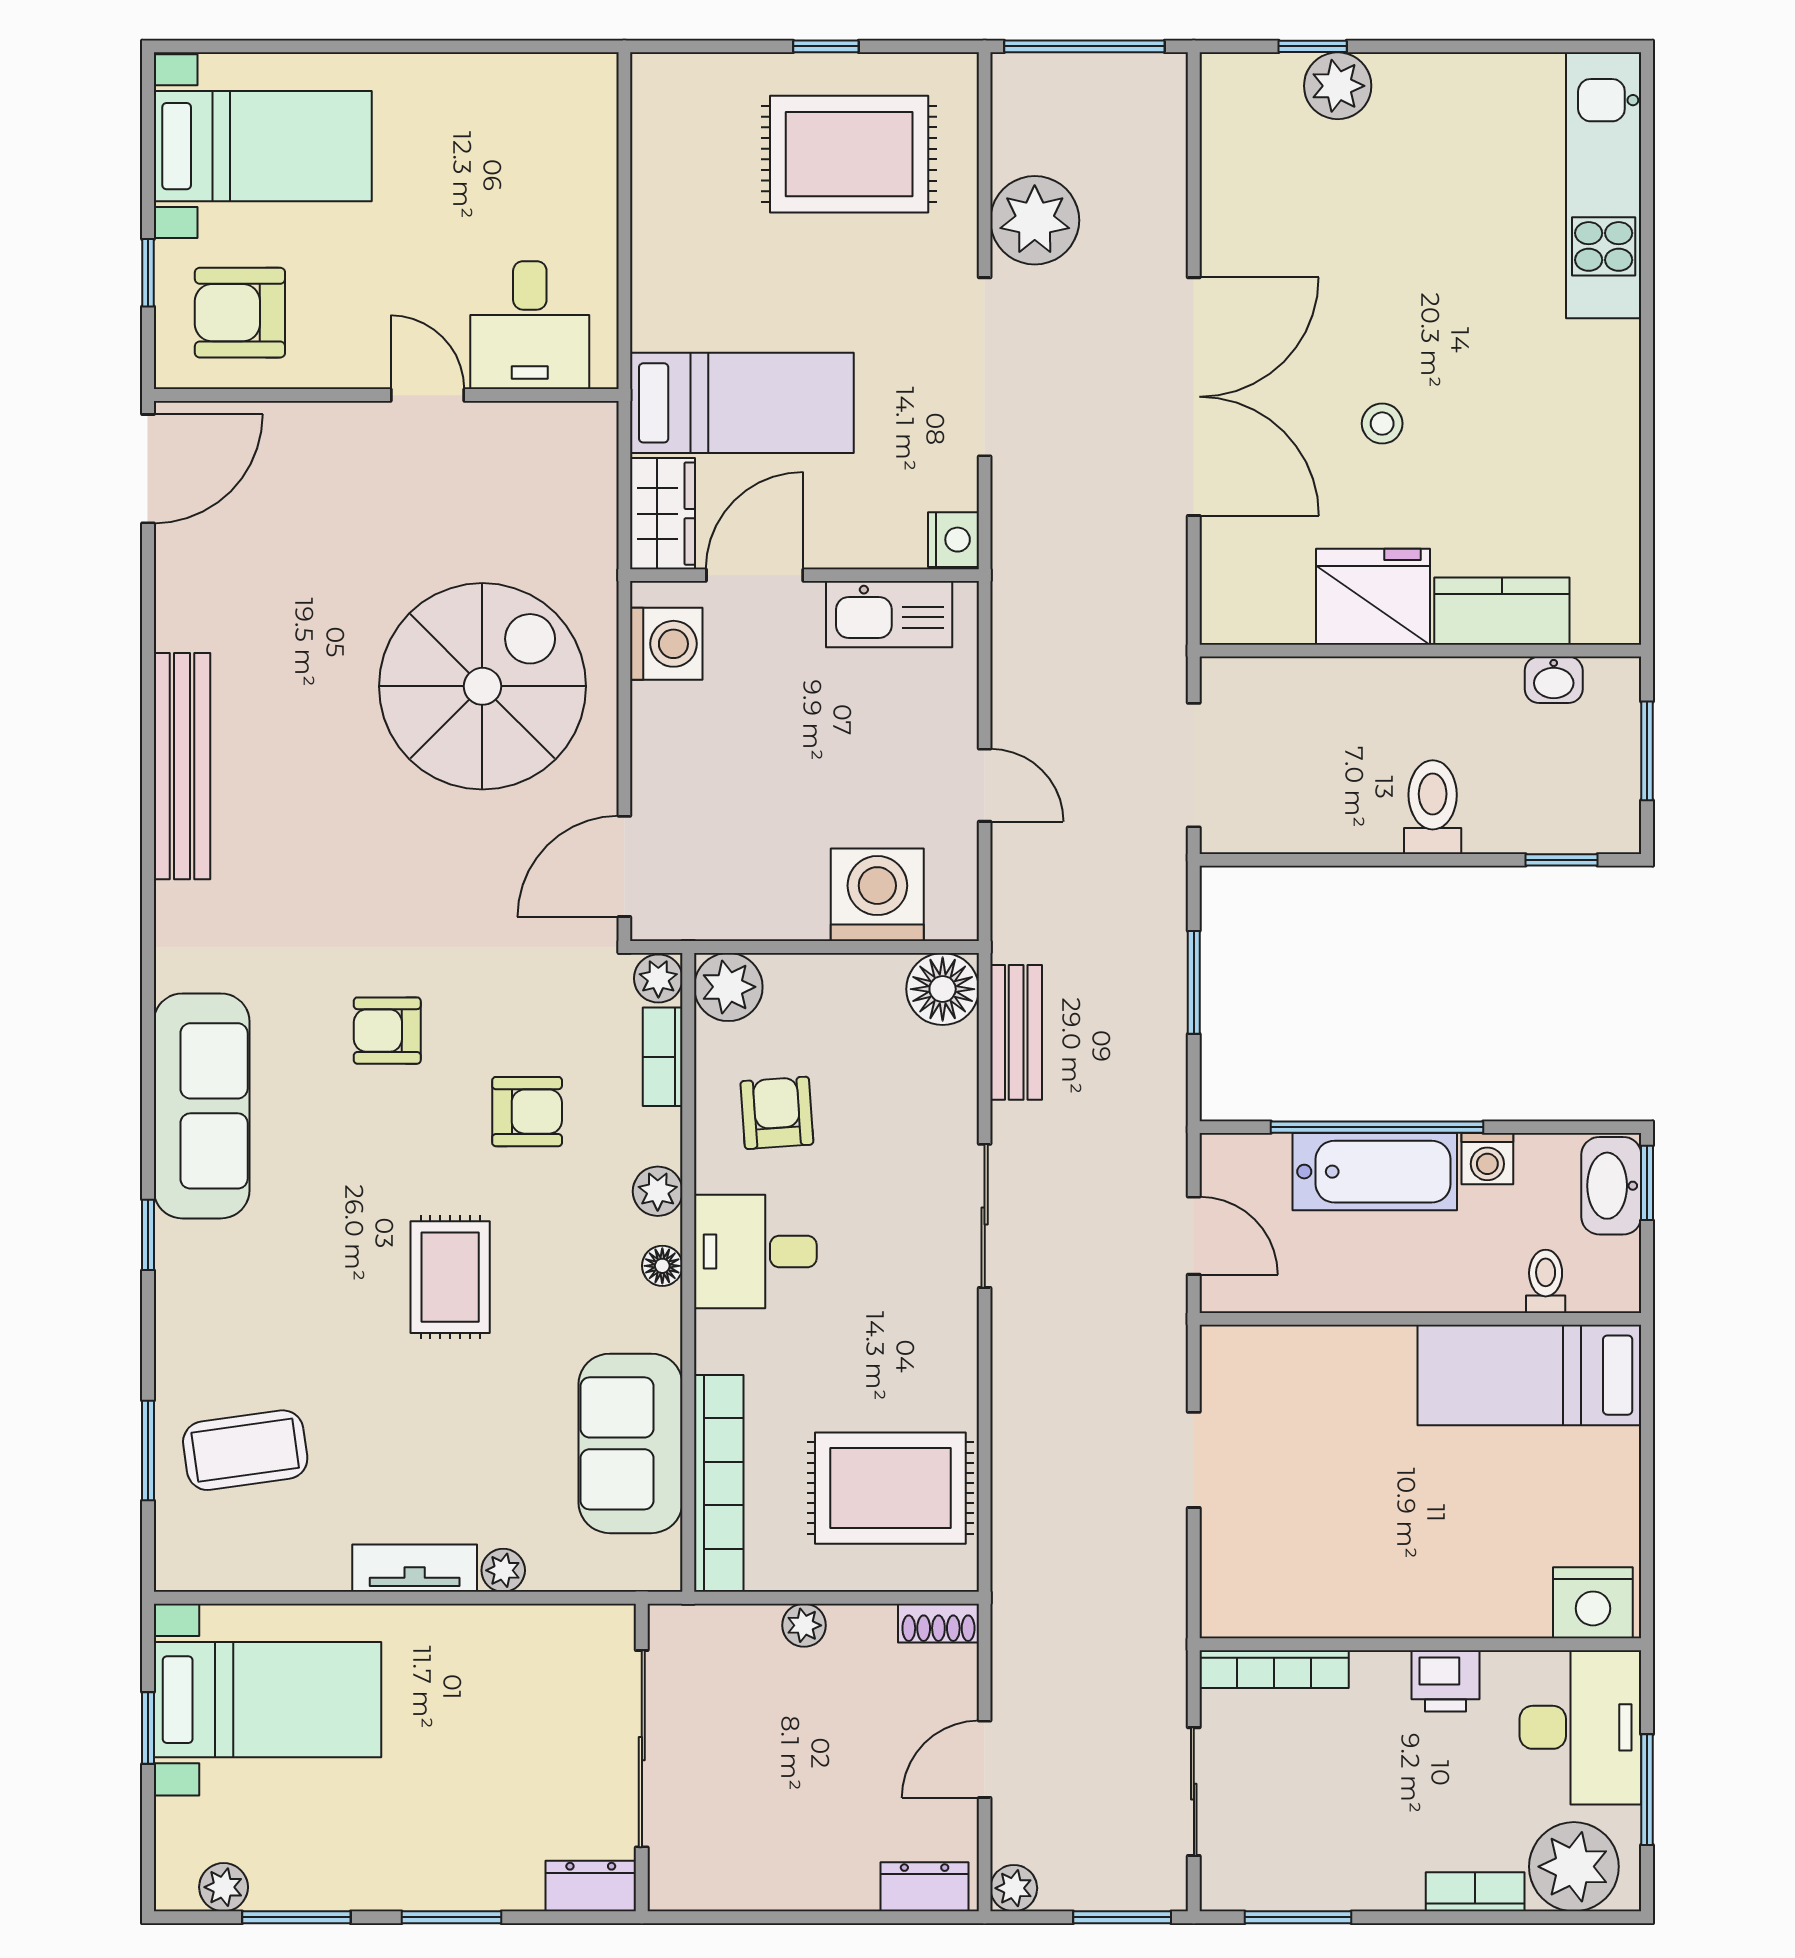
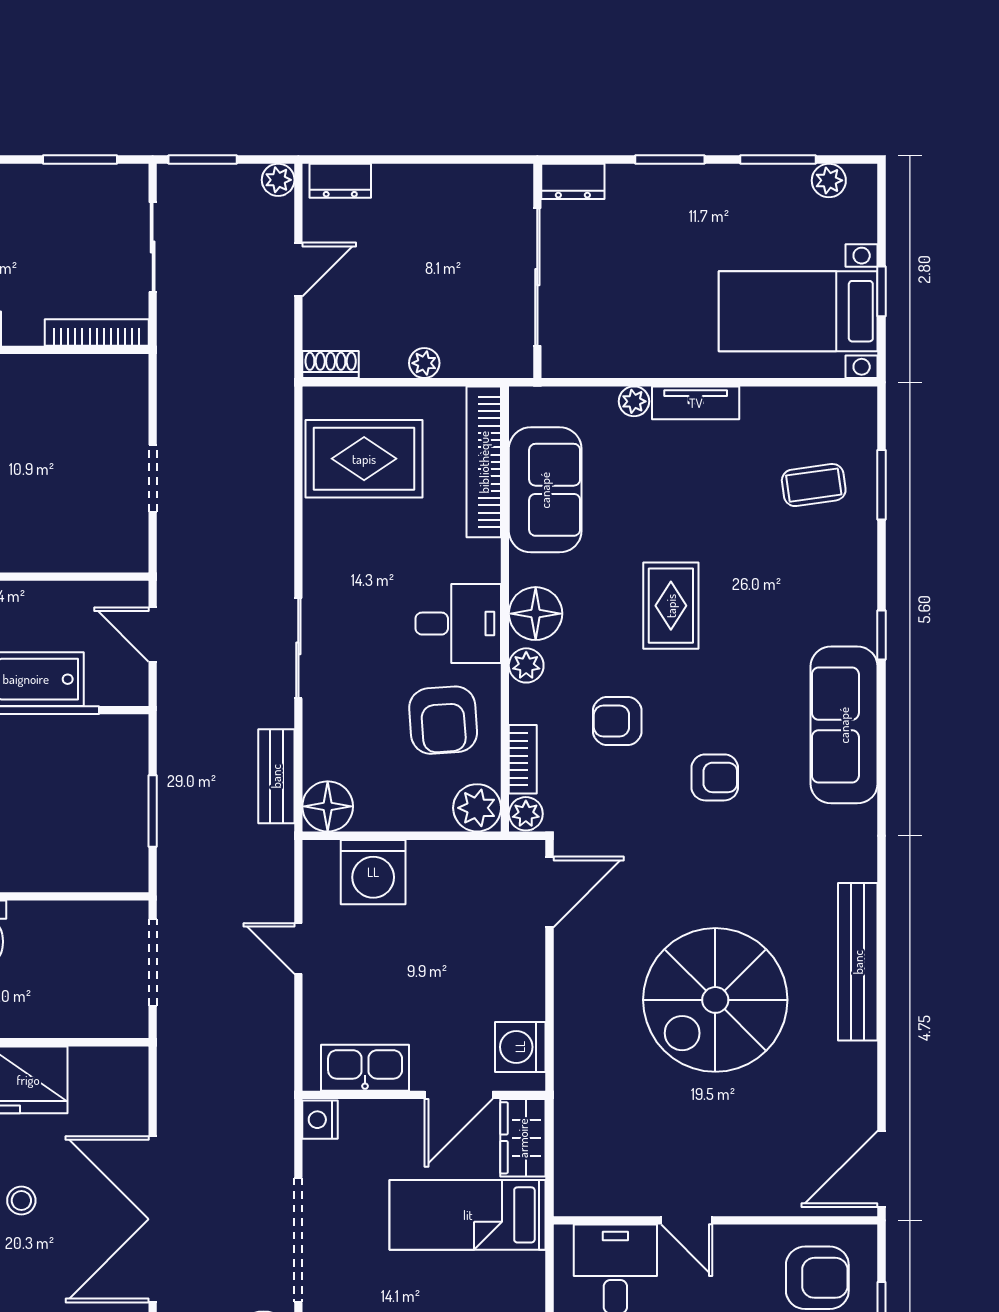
spiral stairs: (482, 686) -> (715, 1000), moved
armchair: (777, 1113) -> (443, 720), width x1.38, depth x1.38
floor lamp: (662, 1266) -> (536, 614), width x1.89, depth x1.89
coffee table: (245, 1450) -> (814, 485), width x0.73, depth x0.77

